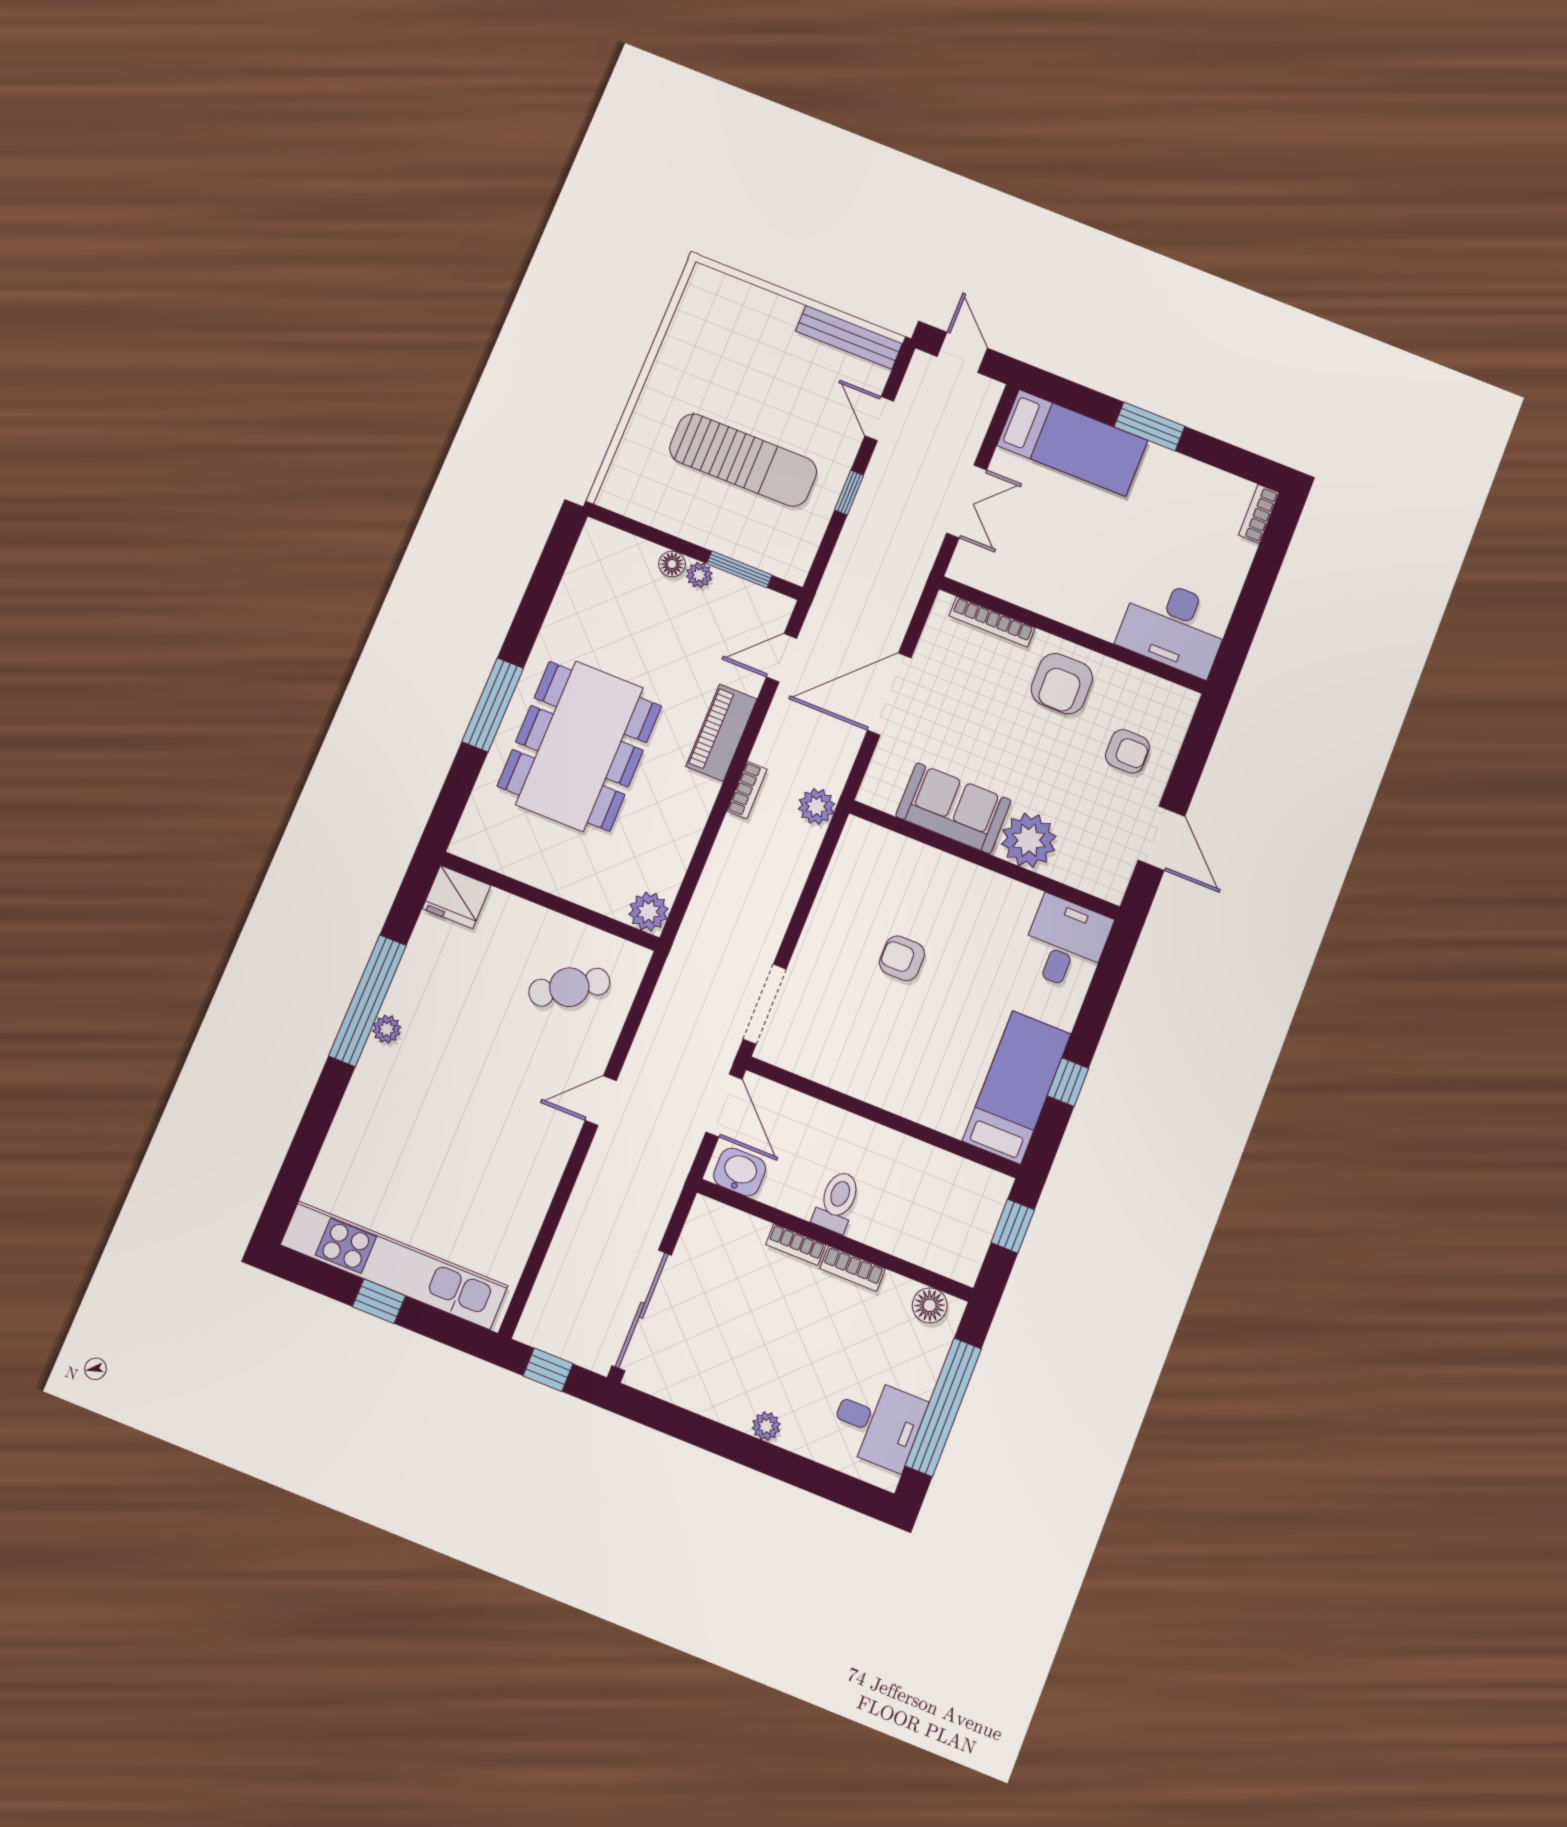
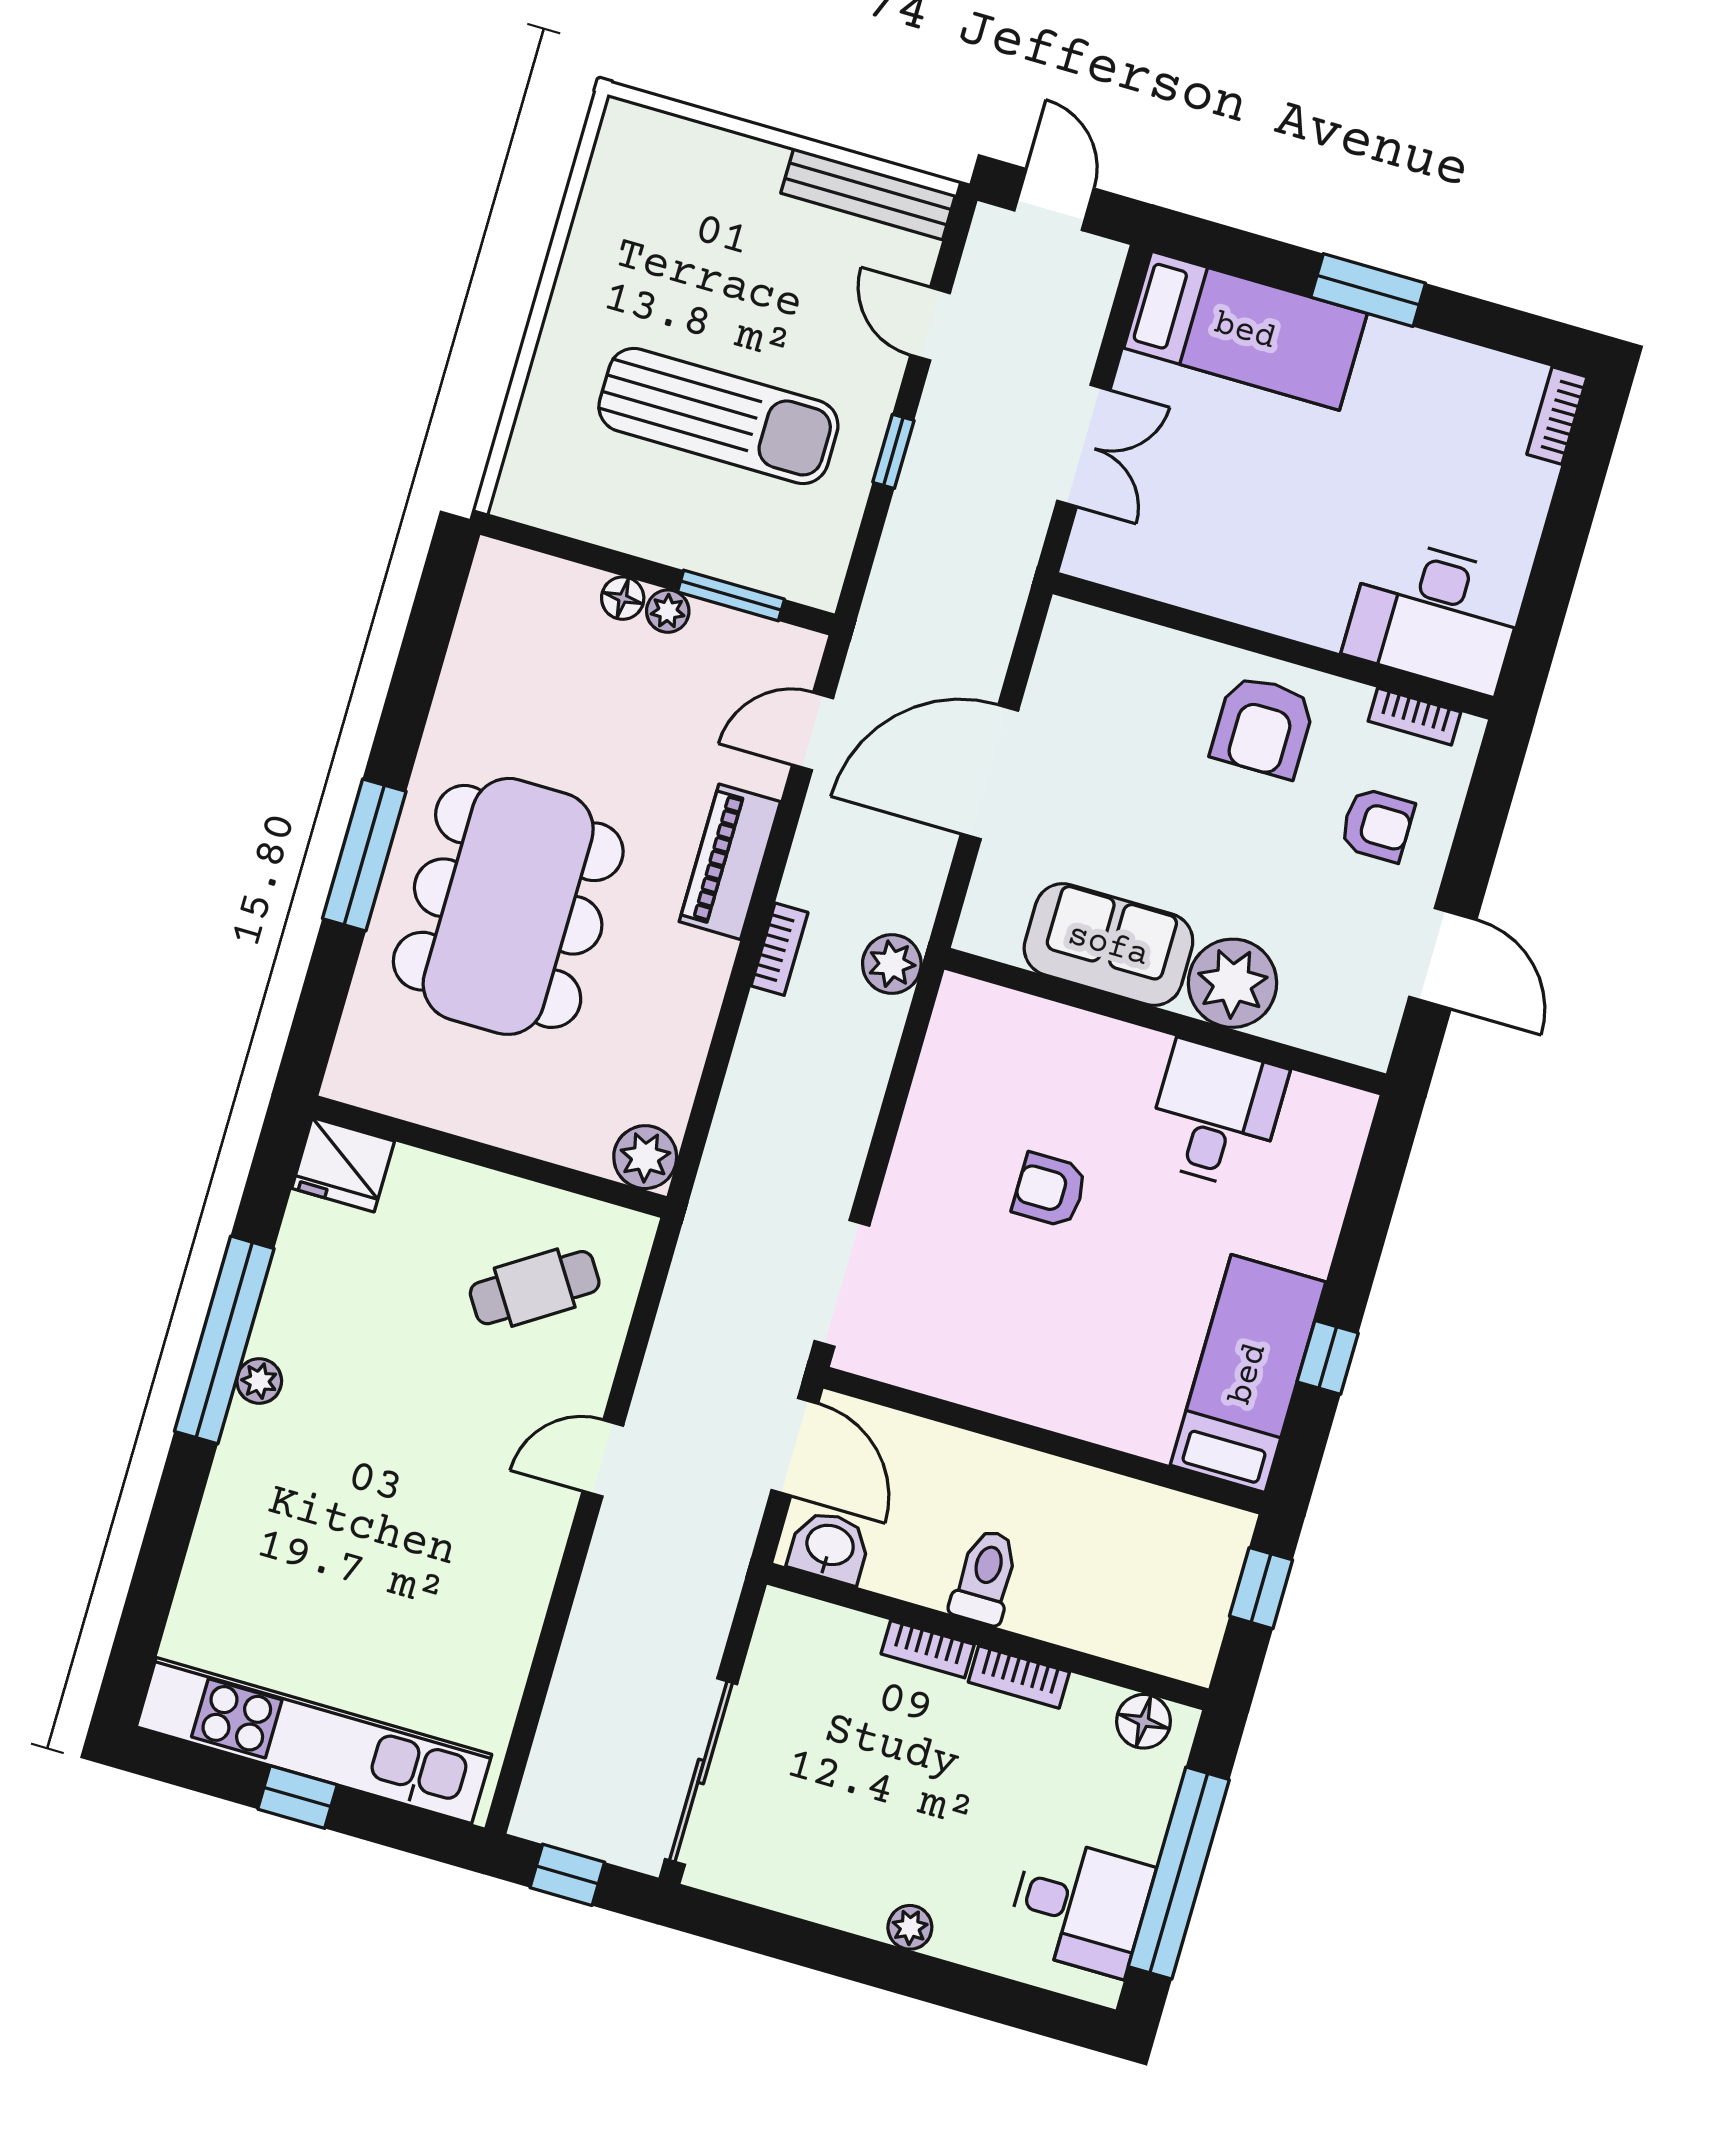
bookcase: (992, 622) -> (1414, 717), moved, width x0.64
desk: (1066, 943) -> (1216, 1115), moved

